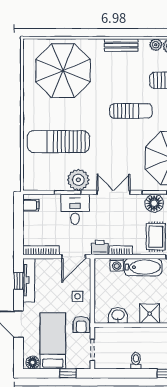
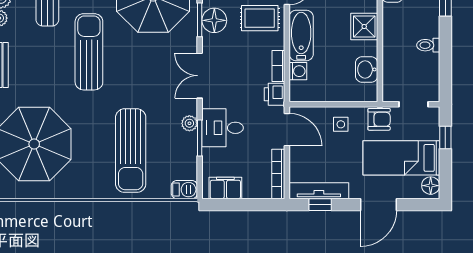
sun lounger: (131, 111) -> (89, 52), width x1.36, depth x1.34
plant: (78, 180) -> (189, 123), width x0.53, depth x0.53
barbecue: (30, 181) -> (184, 190), added
filing cabinet: (31, 205) -> (225, 188), width x2.00

